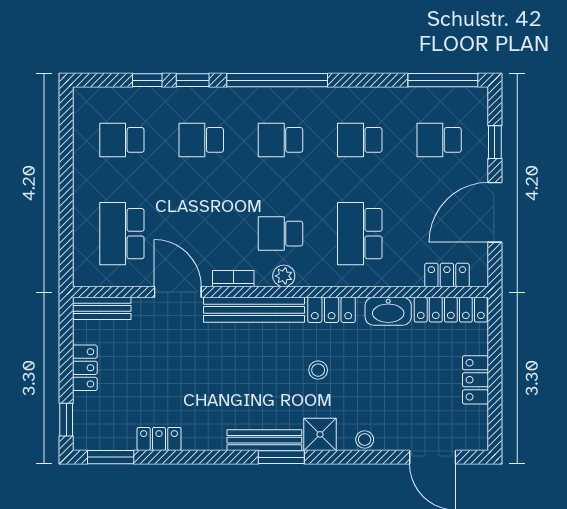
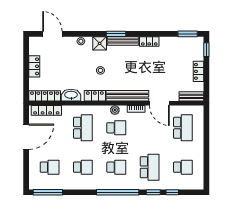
school desk: (201, 140) -> (150, 167), width x1.85
window: (495, 142) -> (26, 166), removed
locker: (447, 275) -> (46, 110), width x1.53
locker: (159, 439) -> (149, 41), moved

